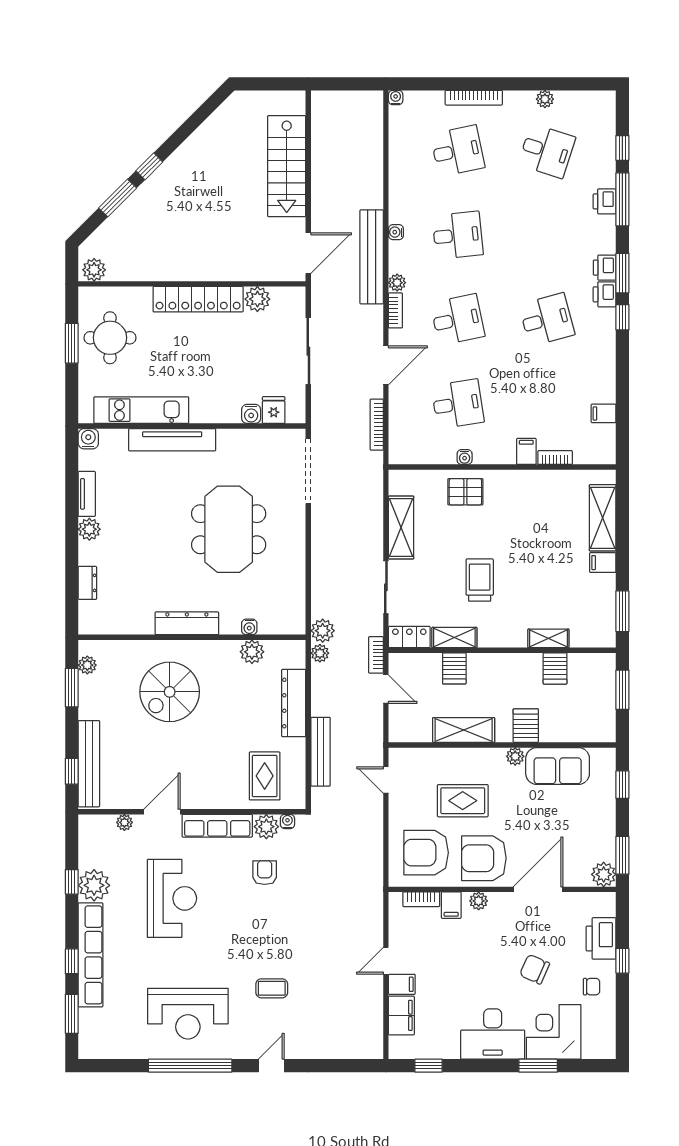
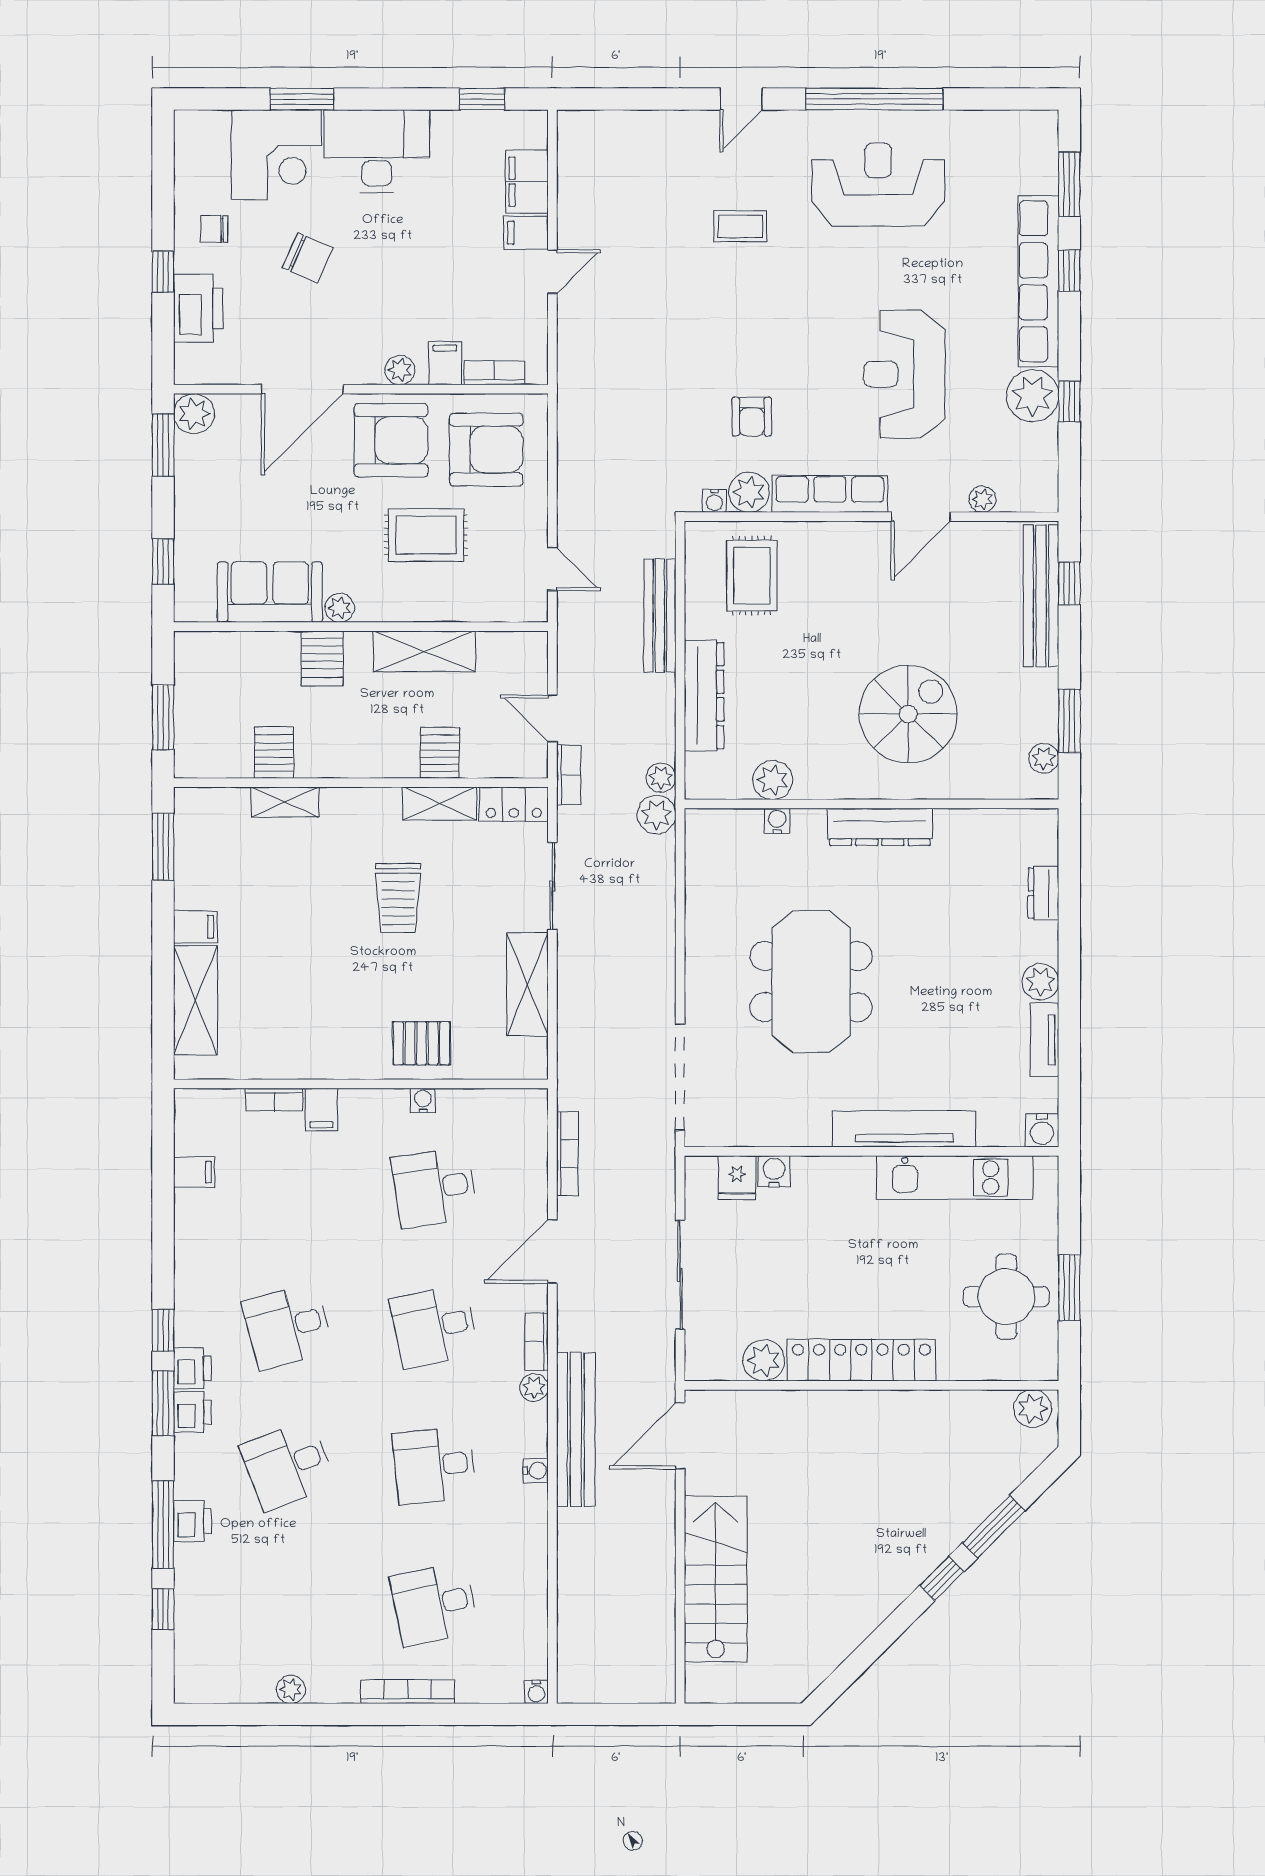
desk: (547, 151) -> (288, 1465), moved, turned -39

